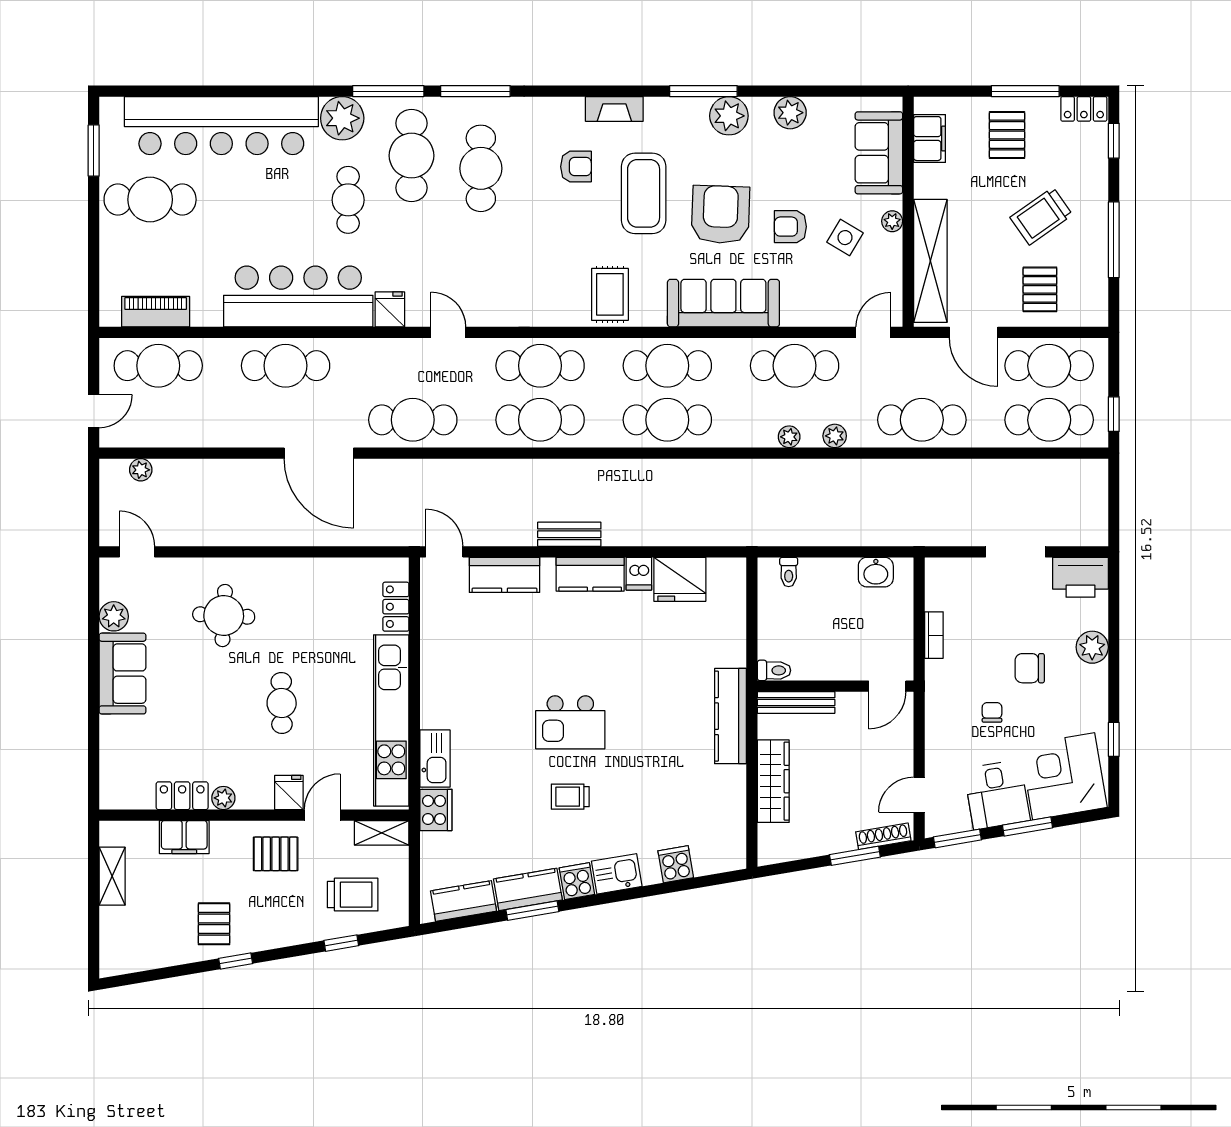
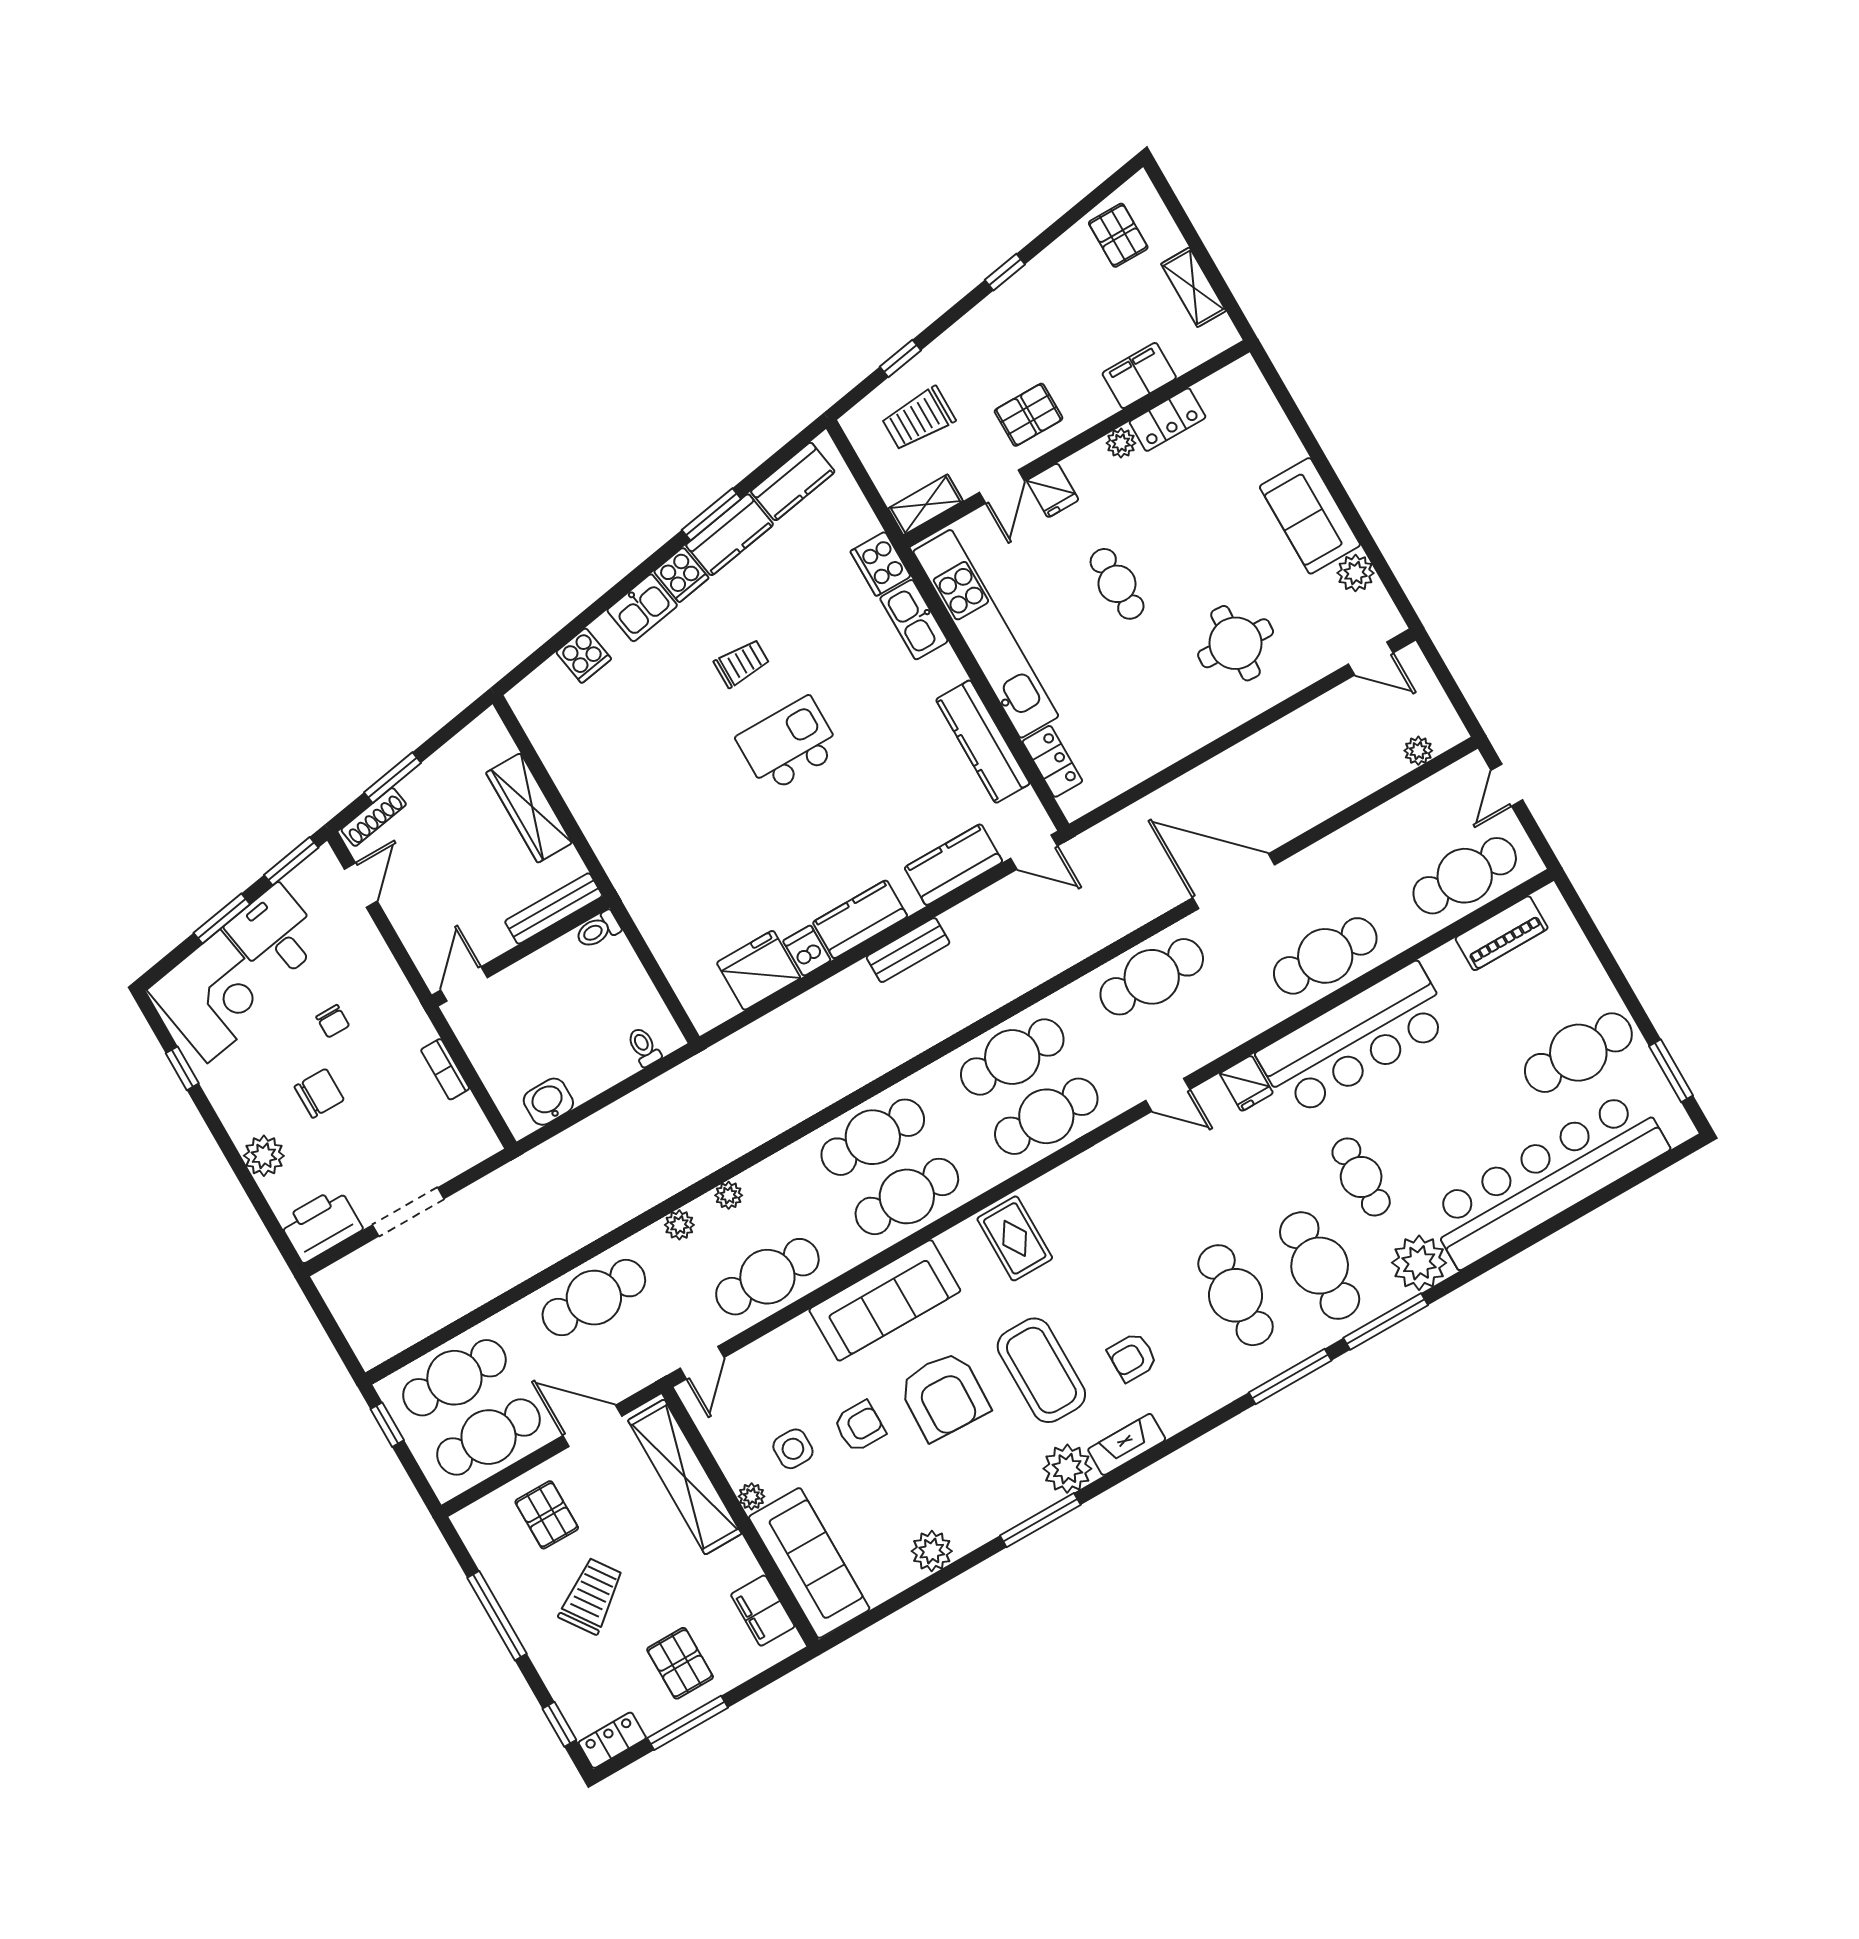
plant: (729, 116) -> (1067, 1469), moved
sofa: (879, 153) -> (809, 1563), width x1.36
side table: (845, 238) -> (793, 1449), turned -31
kitchen counter: (730, 716) -> (983, 742), moved, turned 180
pallet: (214, 924) -> (1118, 235), moved

